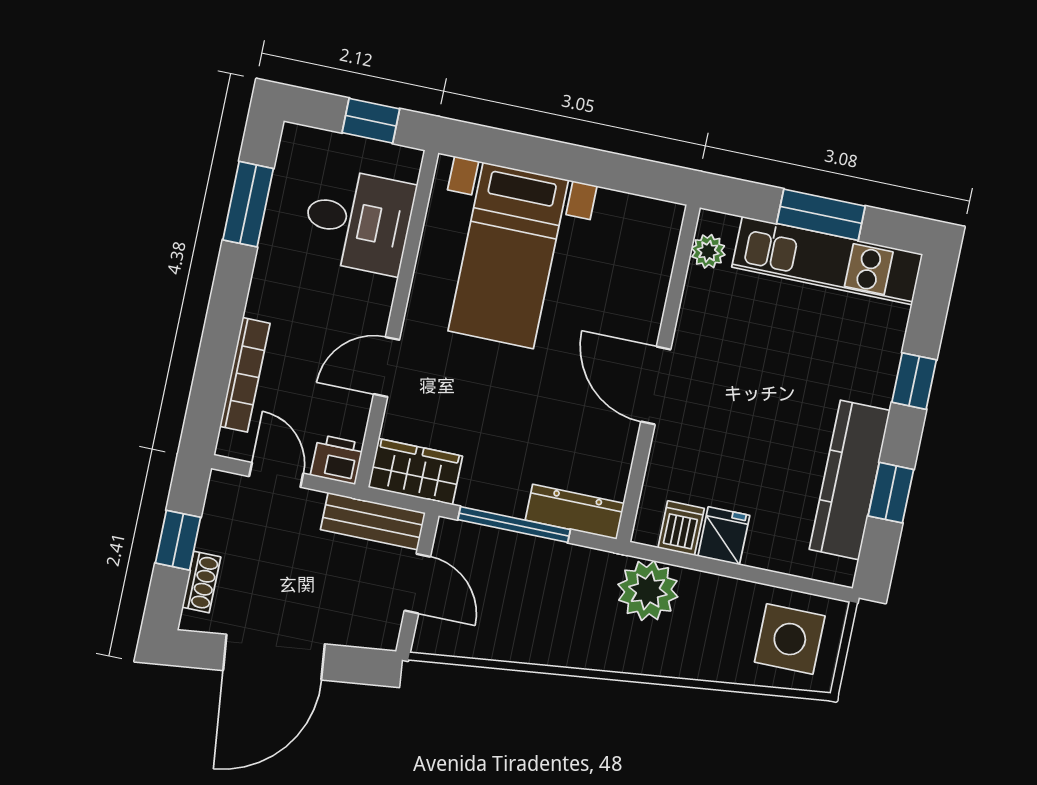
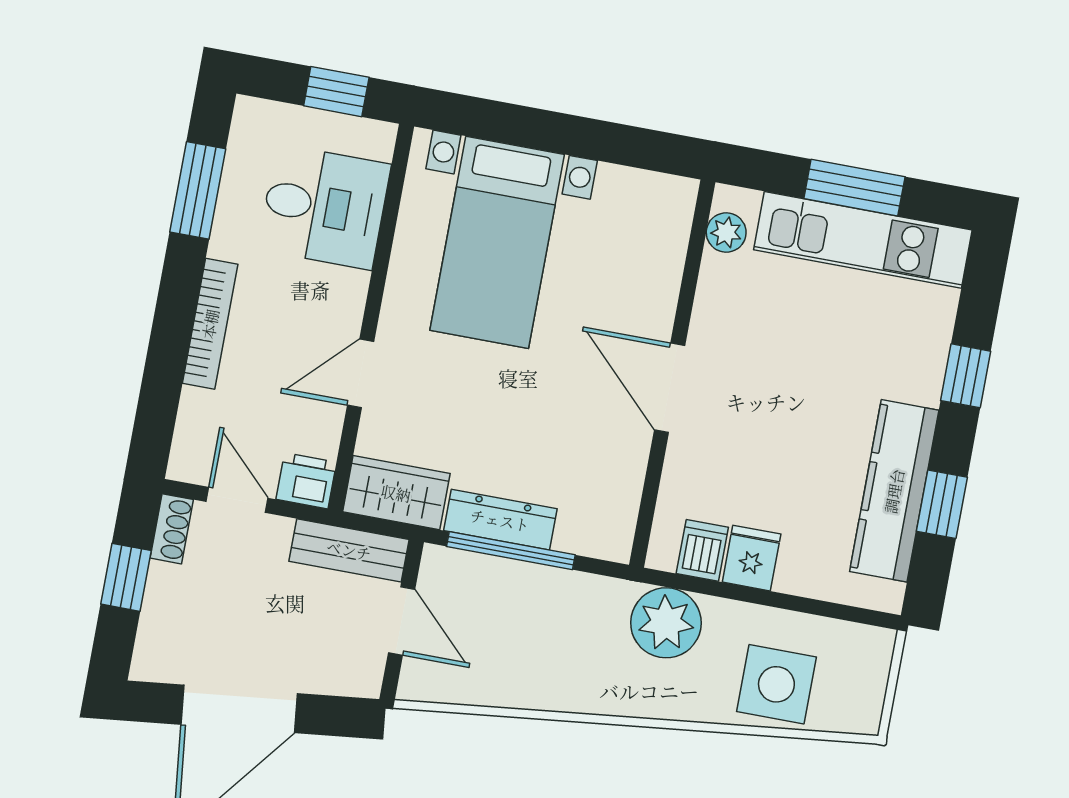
bookcase: (245, 375) -> (210, 324), moved
dresser: (575, 512) -> (500, 520), moved
shoe rack: (201, 582) -> (172, 529), moved
side table: (790, 639) -> (776, 684), moved

